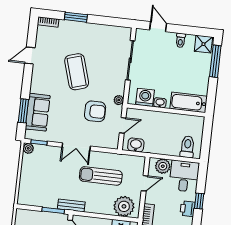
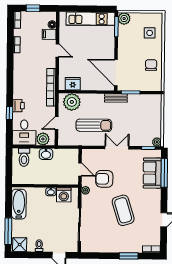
bathtub: (189, 102) -> (19, 204), moved, turned -90
window: (23, 111) -> (164, 173), width x1.44
door: (123, 125) -> (80, 170), swing flipped
washbasin: (136, 145) -> (46, 154), moved

